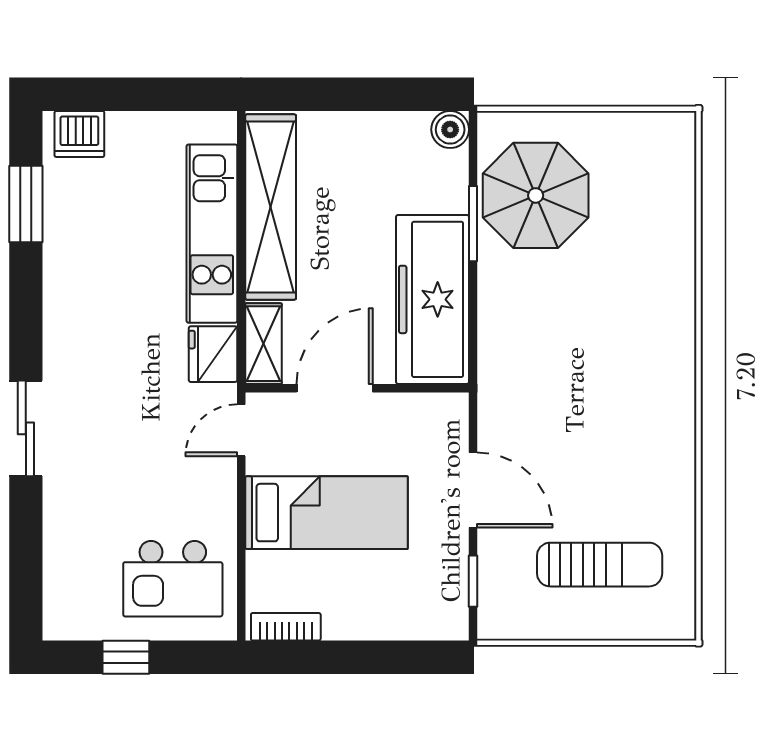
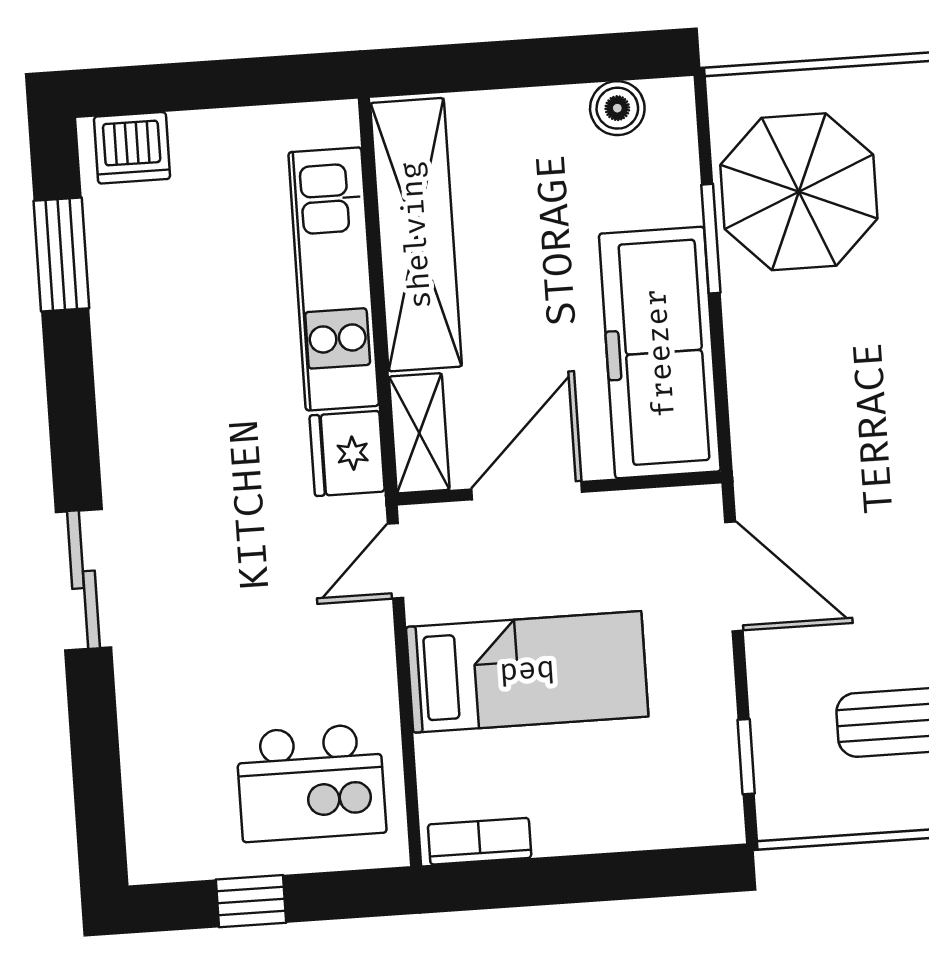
boiler: (450, 130) -> (617, 108), moved
door: (473, 490) -> (734, 576), moved

